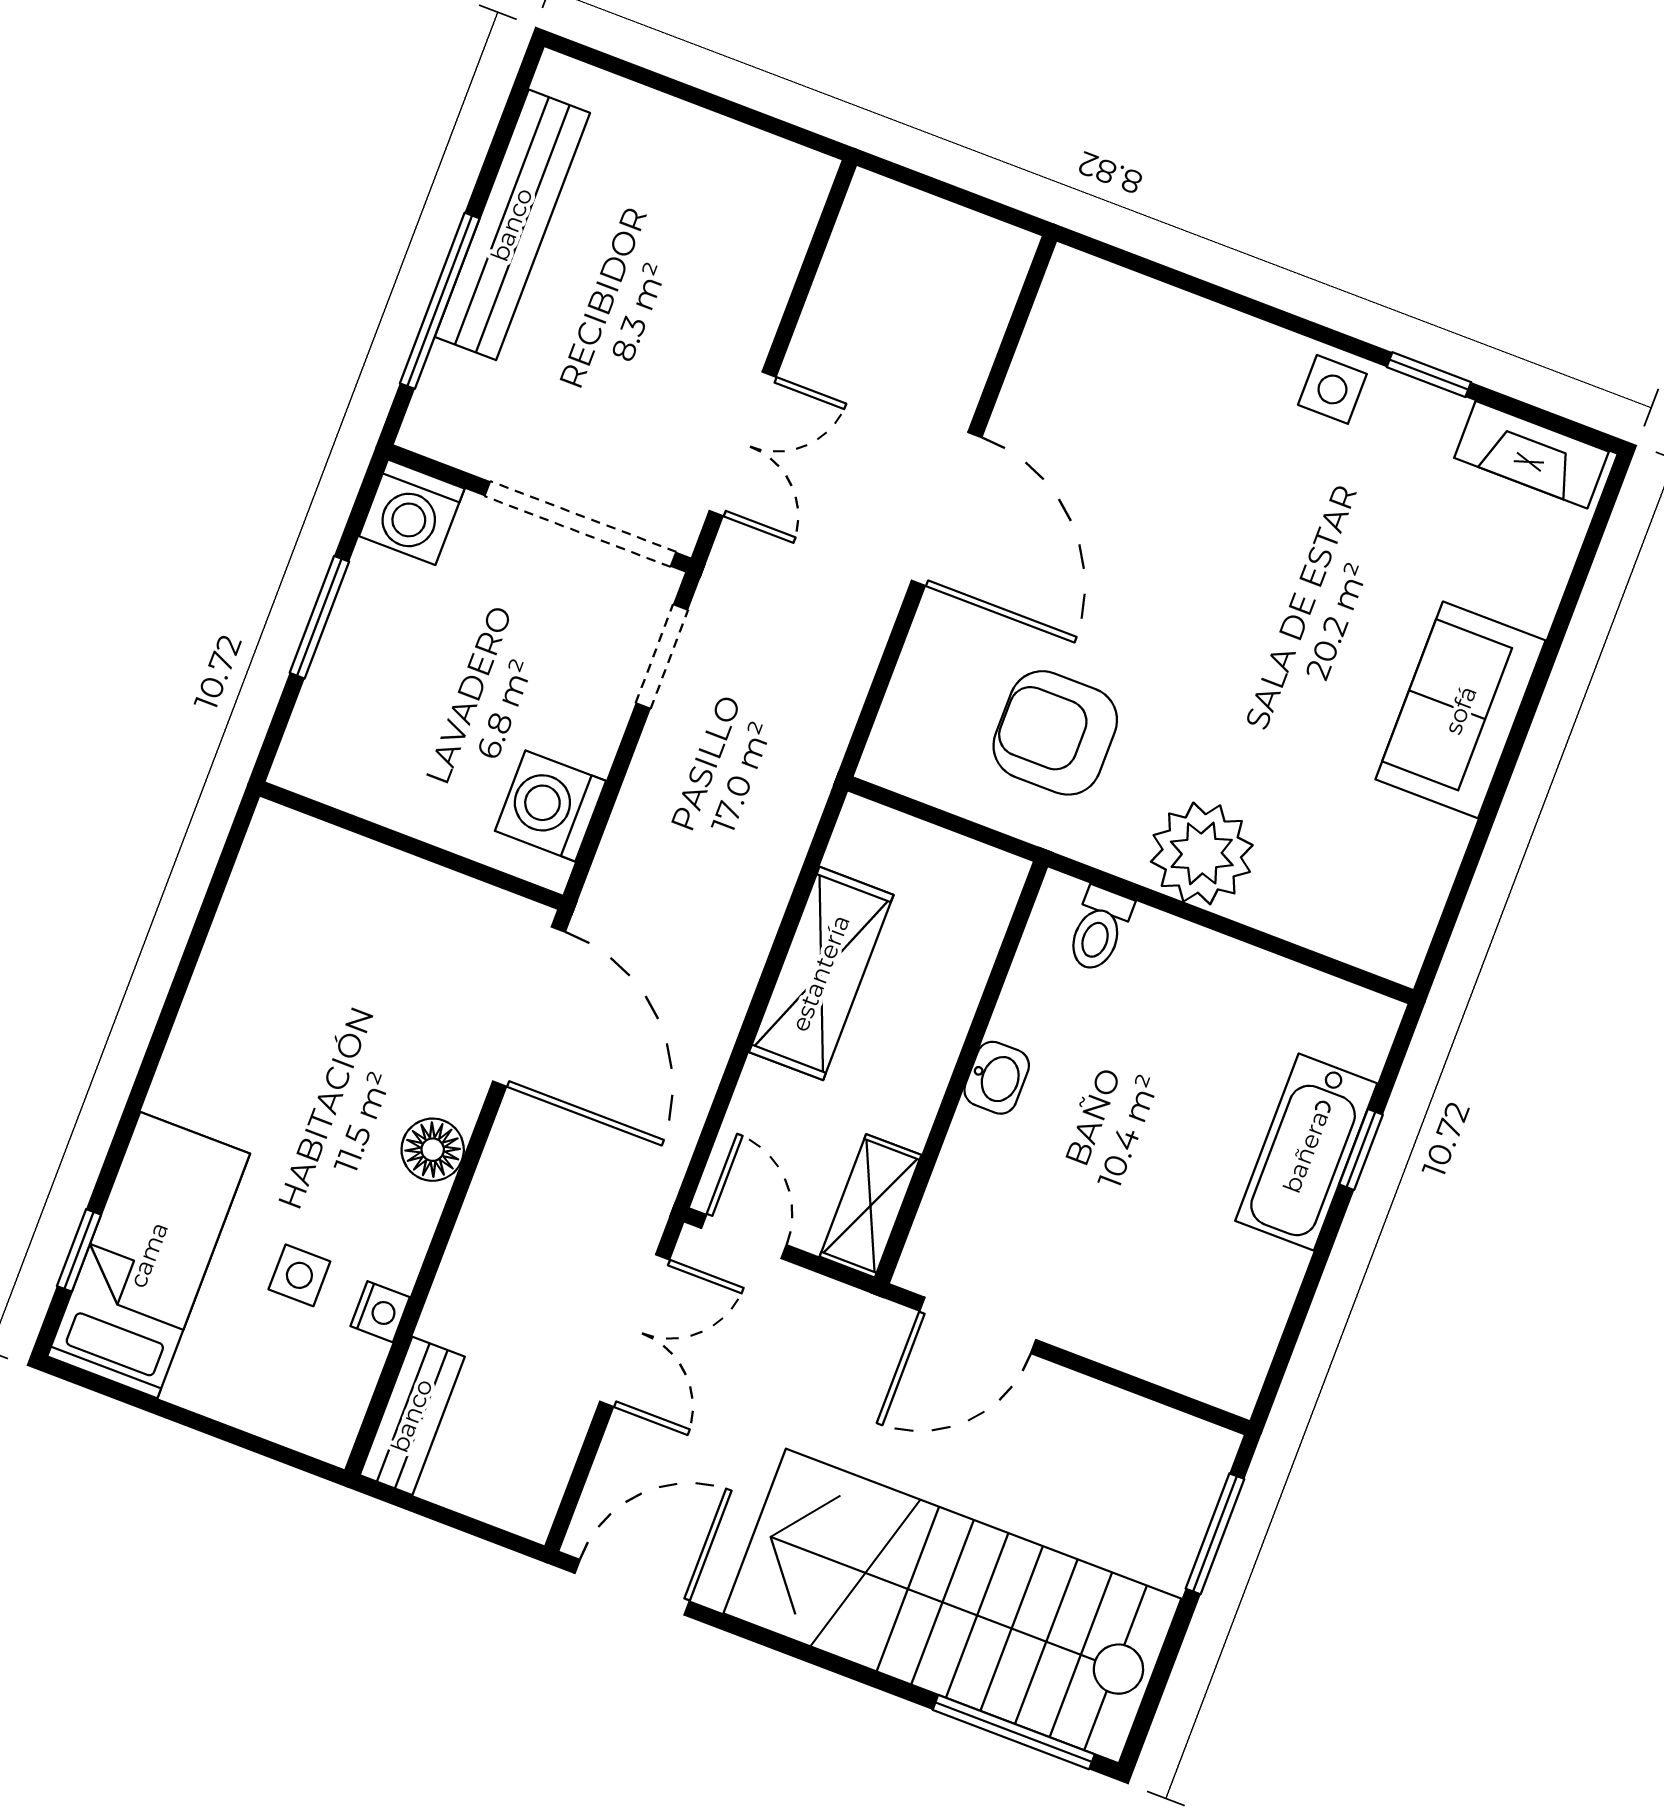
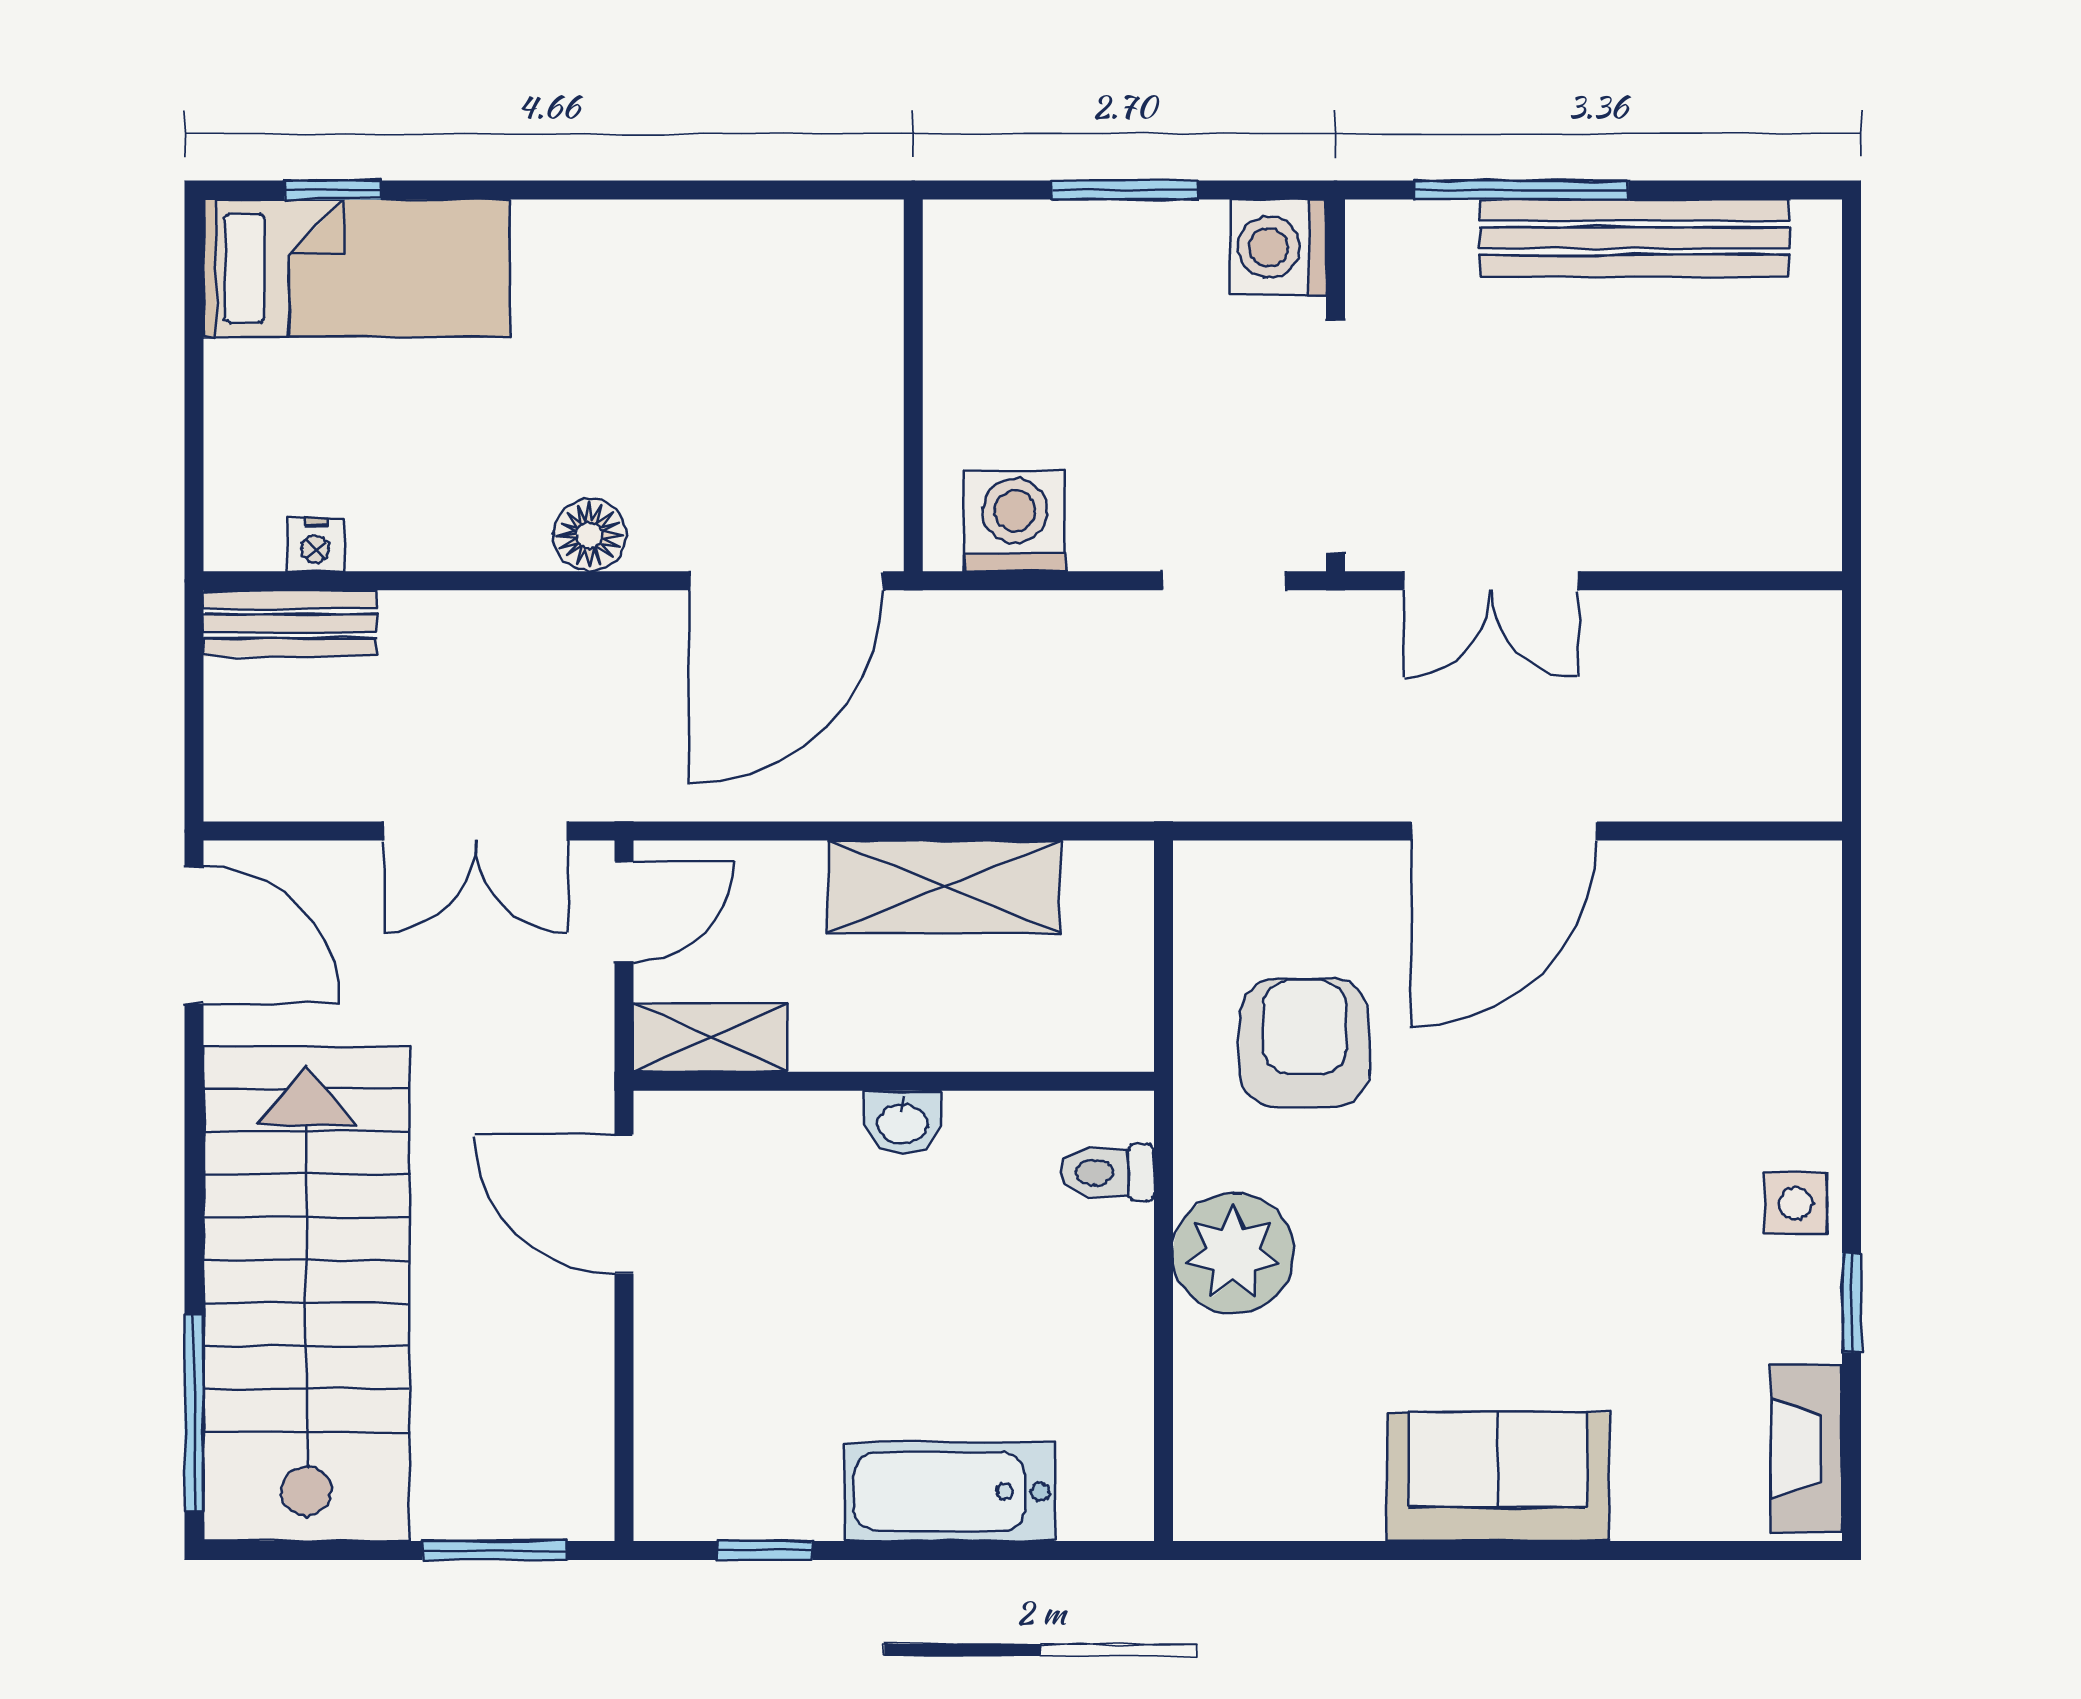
window: (1361, 1149) -> (765, 1550), moved
side table: (299, 1275) -> (397, 441), removed
nightstand: (380, 1312) -> (316, 545), moved

